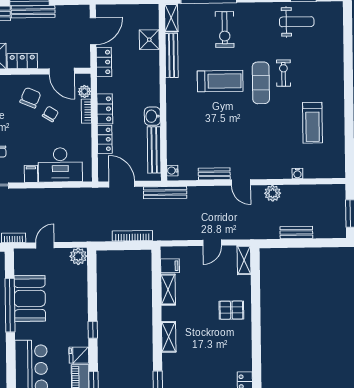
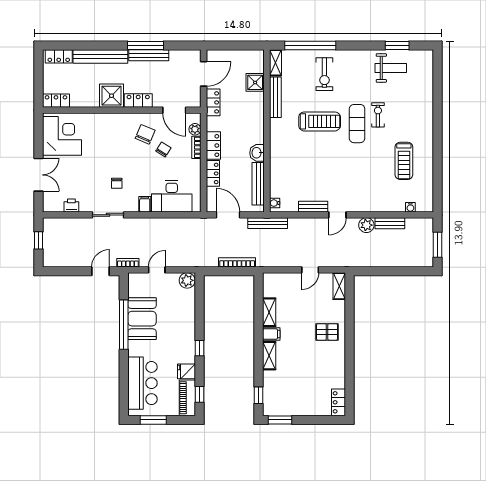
water cooler: (297, 173) -> (410, 207), moved
door: (241, 182) -> (337, 215), hinge flipped
bench: (296, 232) -> (390, 223), moved
filing cabinet: (170, 266) -> (271, 334), moved

